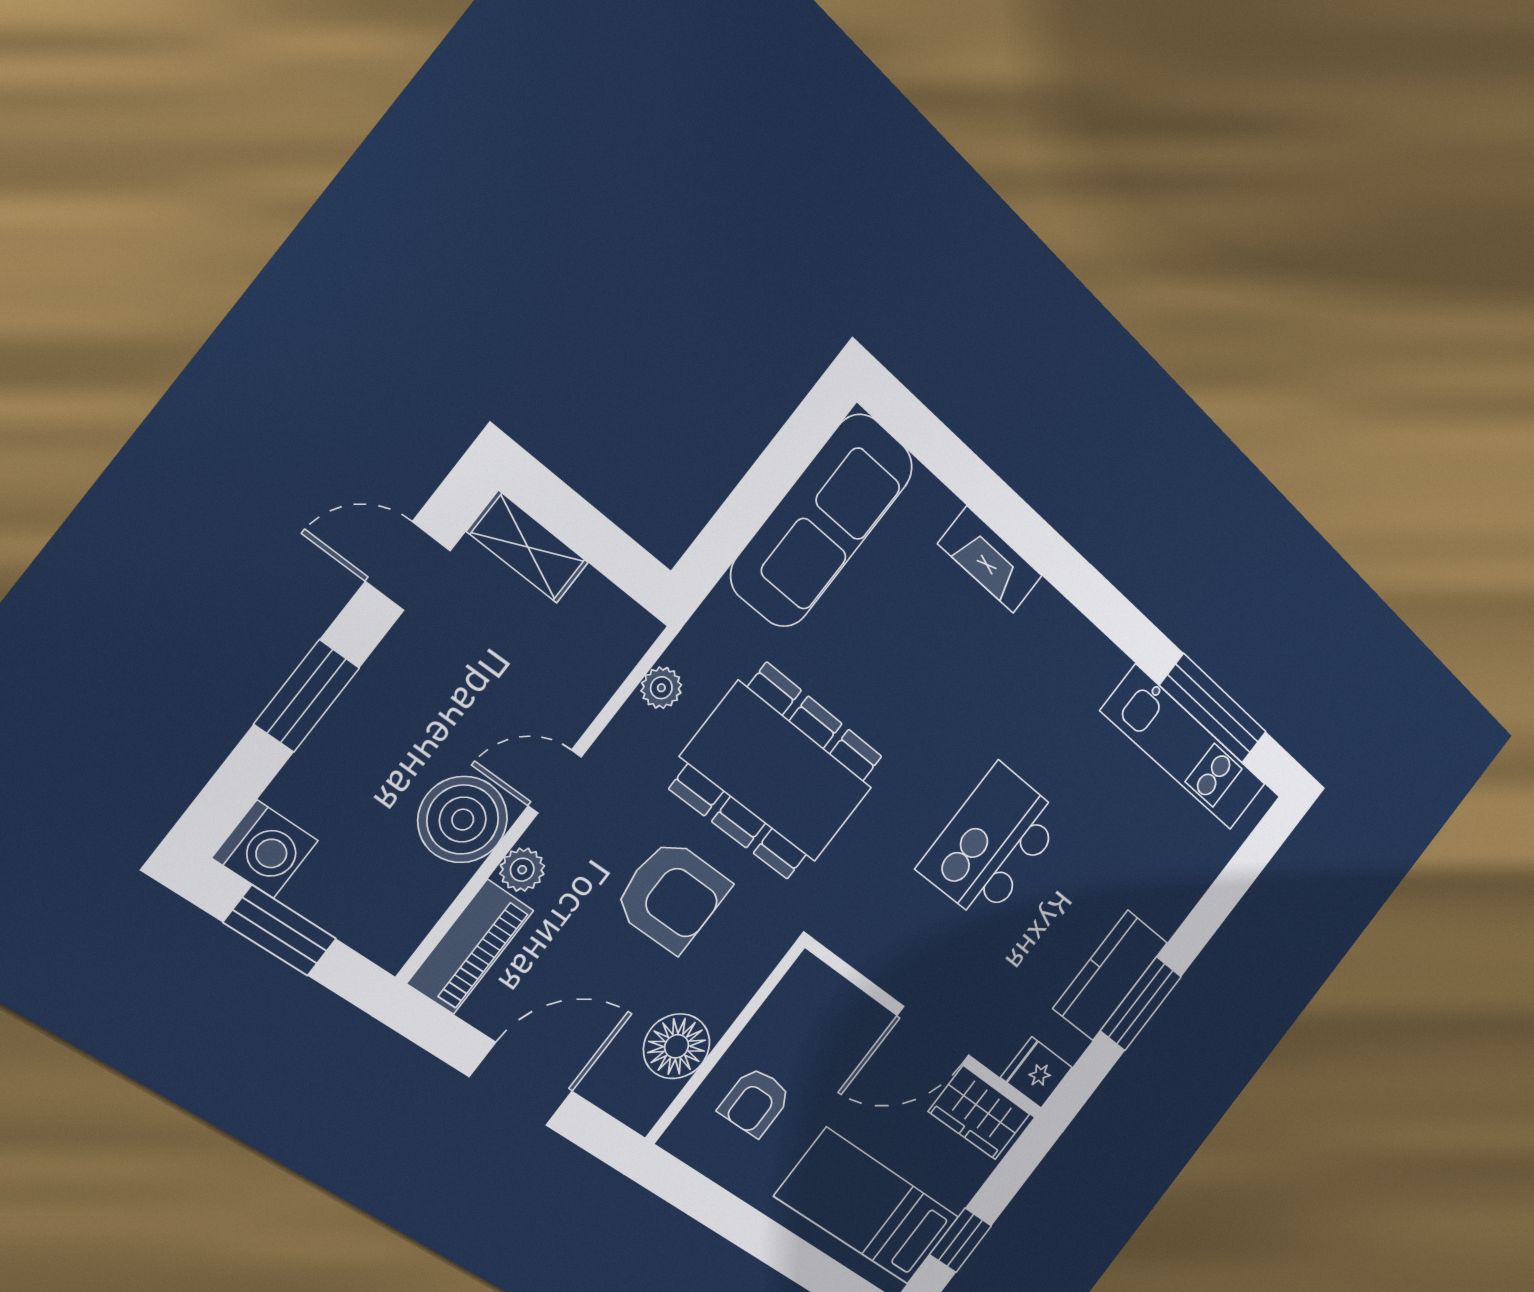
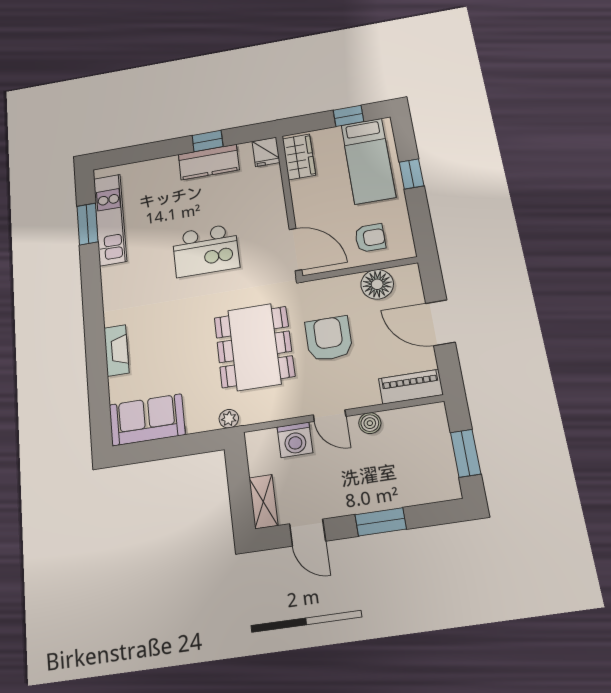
sofa: (822, 521) -> (147, 420), width x0.73
plant: (661, 688) -> (229, 419), moved
window: (1213, 709) -> (87, 224), width x0.69
boiler: (463, 820) -> (370, 423), width x0.54, depth x0.54
washing machine: (265, 849) -> (295, 440), moved, turned 180
plant: (522, 870) -> (369, 396), removed
window: (1141, 1004) -> (208, 141), width x0.67
door: (933, 1035) -> (295, 249), moved
window: (783, 1251) -> (411, 174), added

